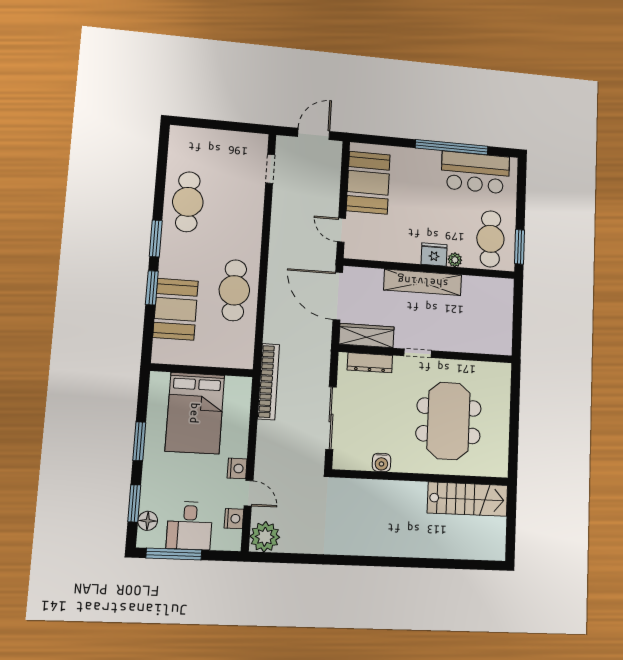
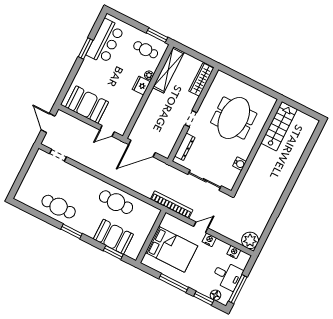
window: (452, 147) -> (86, 48), width x0.47
cafe table: (490, 239) -> (146, 50), width x0.73, depth x0.74
shelving: (423, 282) -> (168, 70), moved
window: (152, 288) -> (113, 252), moved
wardrobe: (367, 336) -> (201, 80), moved
meeting table: (449, 421) -> (234, 118), turned 90
window: (139, 441) -> (174, 283), width x1.44
door: (249, 493) -> (201, 227), moved

